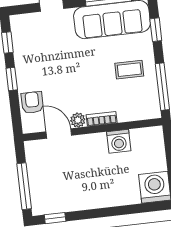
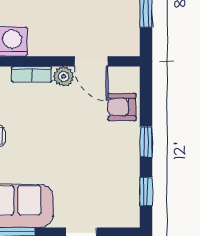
armchair: (32, 102) -> (122, 107), turned 90

